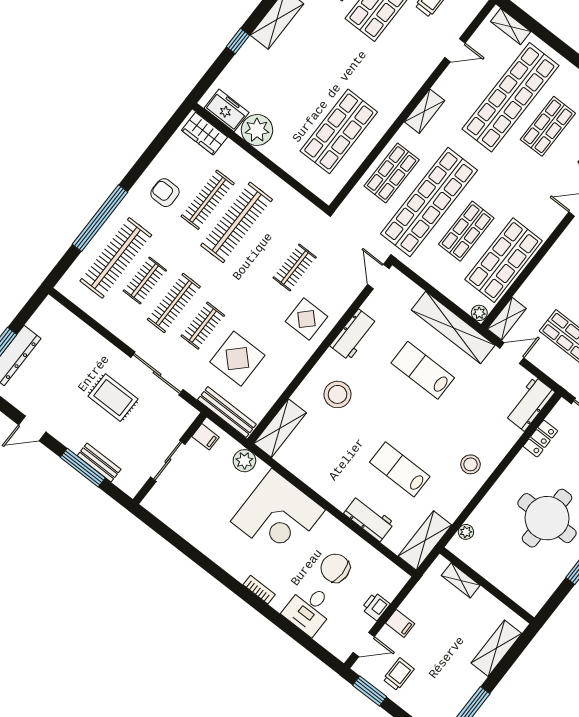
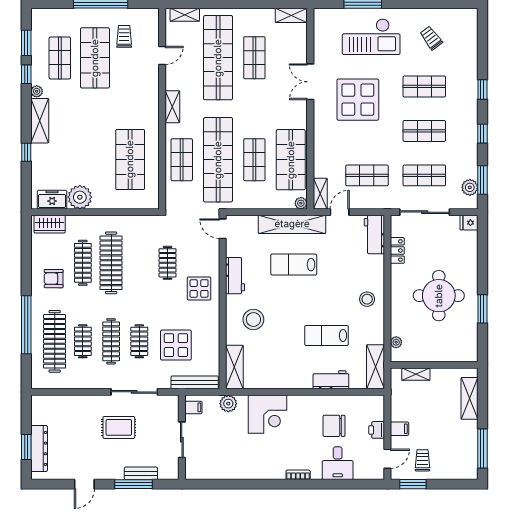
corner desk: (278, 516) -> (268, 414), width x0.74, depth x0.74

